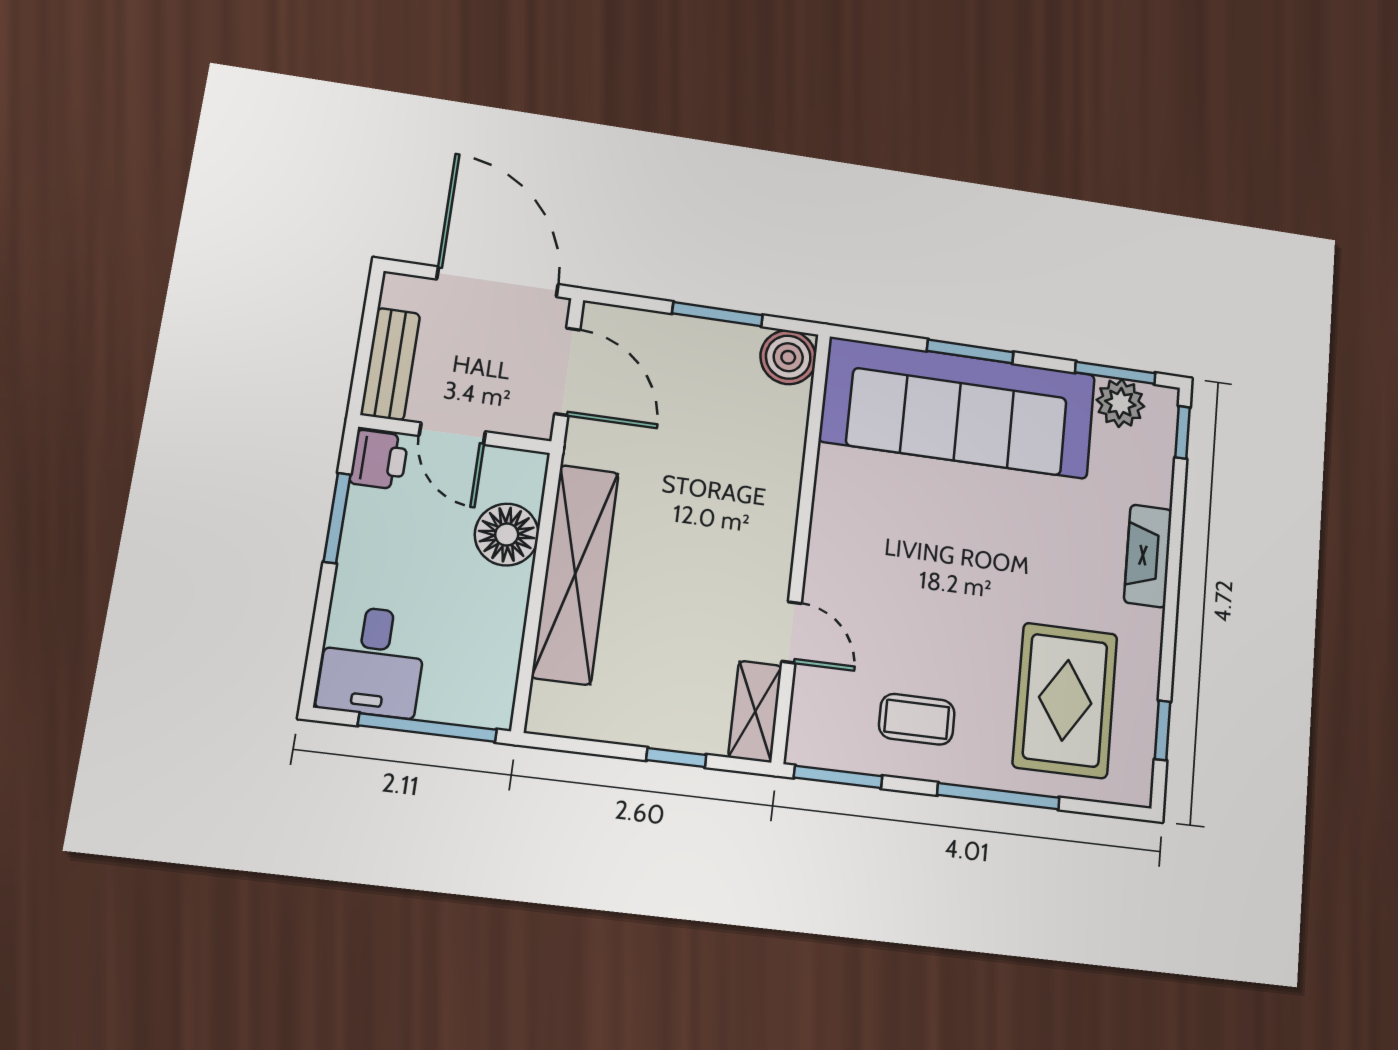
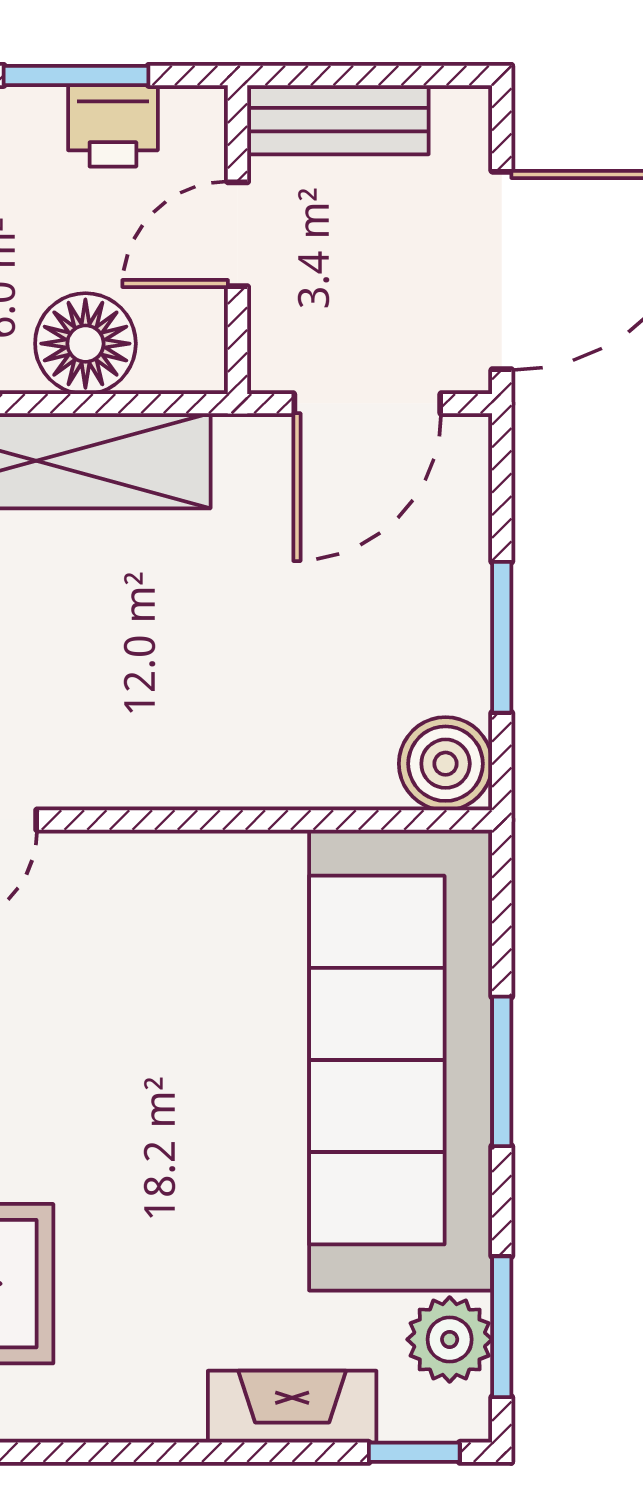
printer: (379, 460) -> (113, 126), moved
fireplace: (1148, 556) -> (292, 1407), moved

